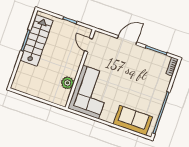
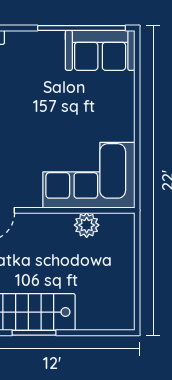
sofa: (133, 120) -> (100, 50), moved, turned -90

